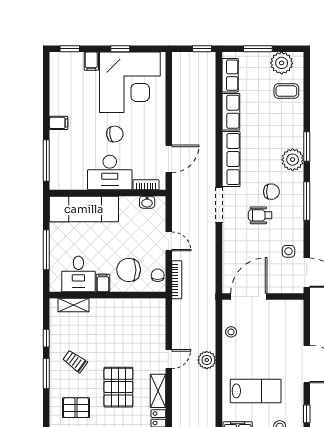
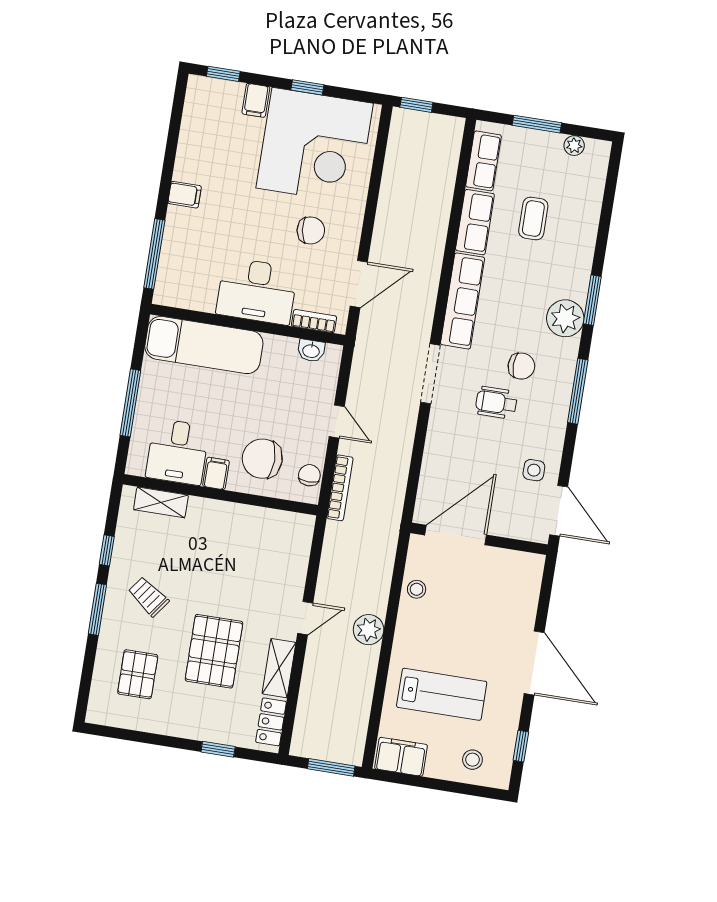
window: (202, 49) -> (416, 105), moved
plant: (282, 63) -> (574, 146), width x0.53, depth x0.53
coffee table: (286, 91) -> (533, 218), moved, turned 90
chair: (115, 134) -> (311, 230), moved
pallet: (76, 408) -> (138, 674), turned 90

